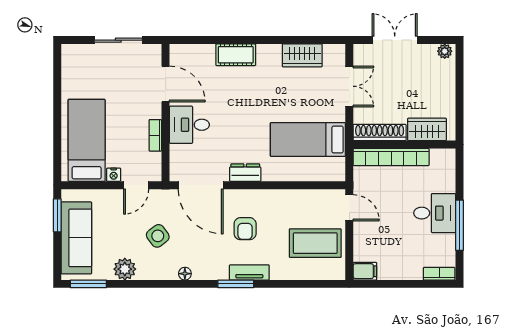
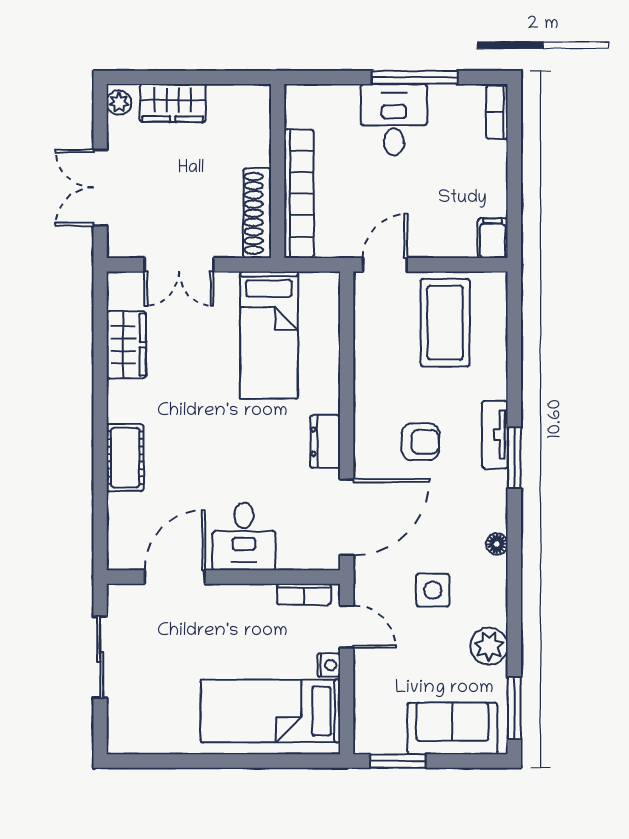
double door: (349, 86) -> (179, 265), swing flipped
wardrobe: (427, 129) -> (173, 103), moved, turned -90
bookcase: (155, 135) -> (304, 594), moved
side table: (158, 236) -> (433, 590), turned 37
sofa: (76, 238) -> (452, 728), width x0.73

